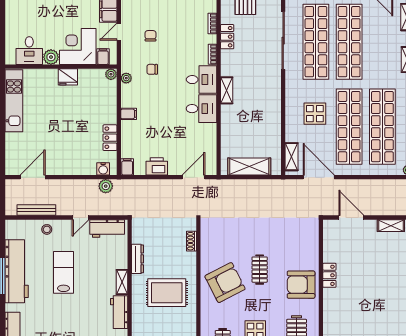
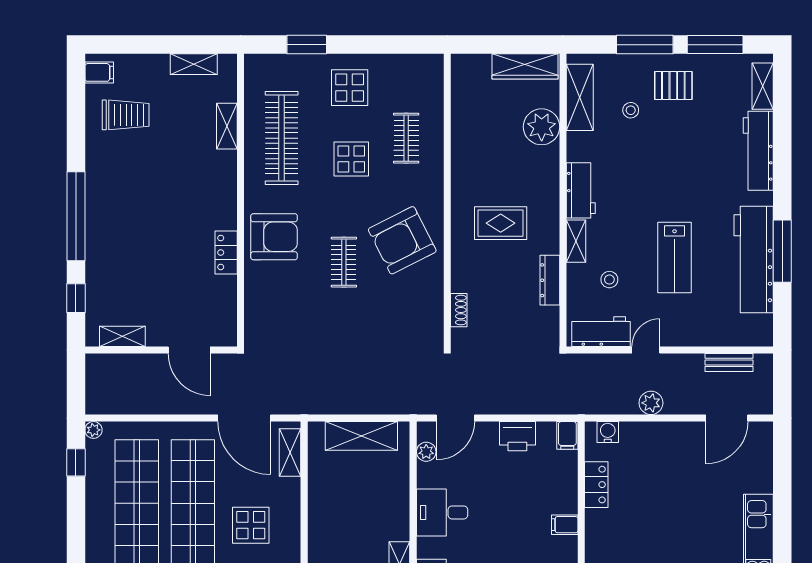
desk: (201, 109) -> (442, 512), moved
plant: (211, 157) -> (426, 452), added
plant: (106, 186) -> (651, 403), moved
bench: (36, 210) -> (729, 362), width x0.73
stool: (47, 229) -> (609, 280), moved
rug: (167, 293) -> (501, 223), width x0.73, depth x0.70

